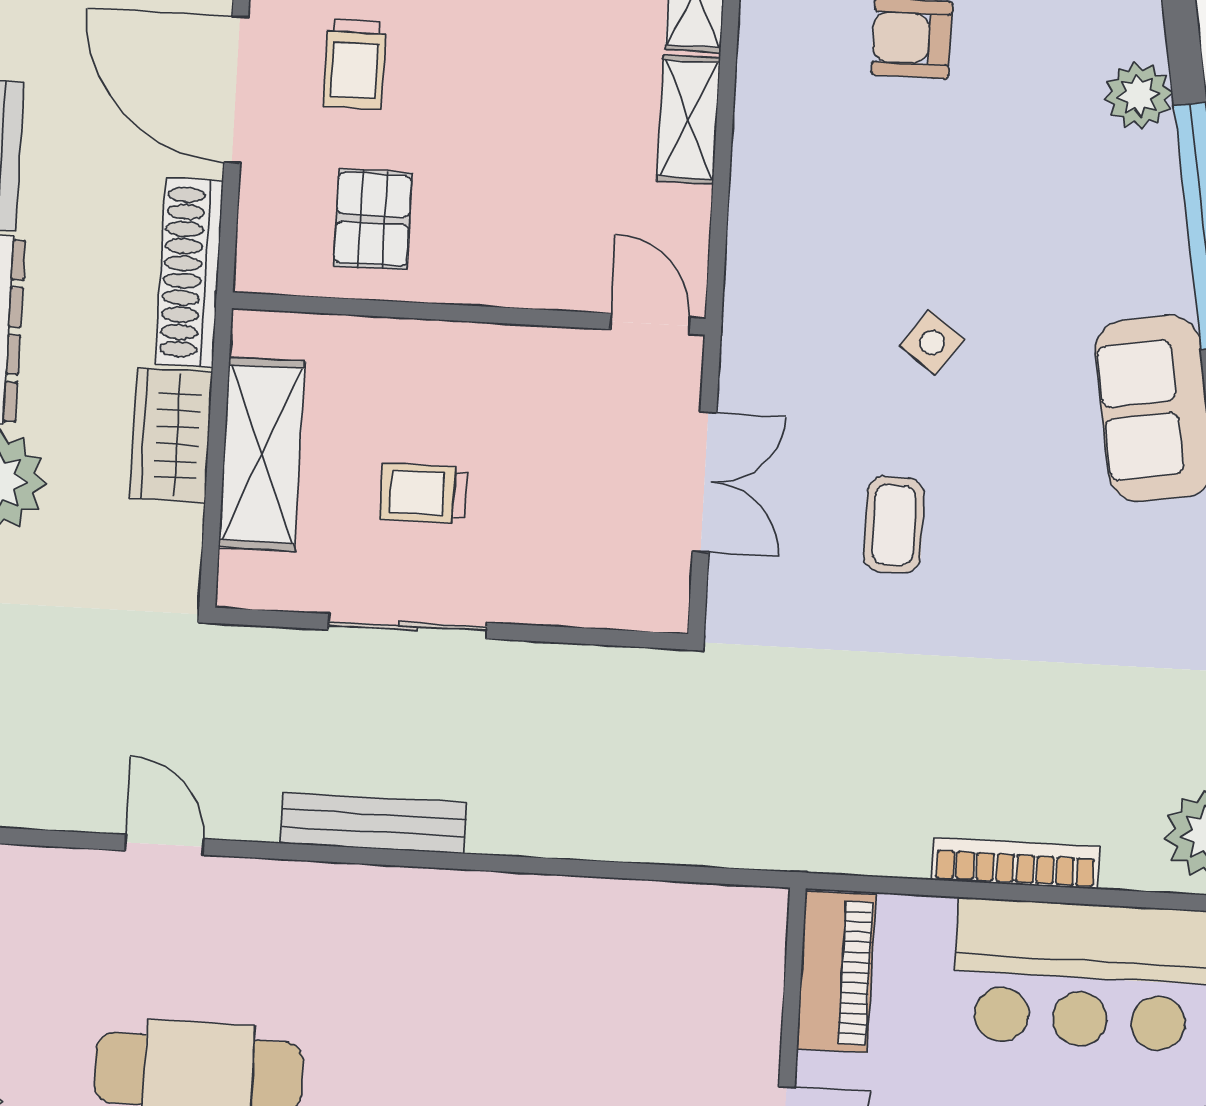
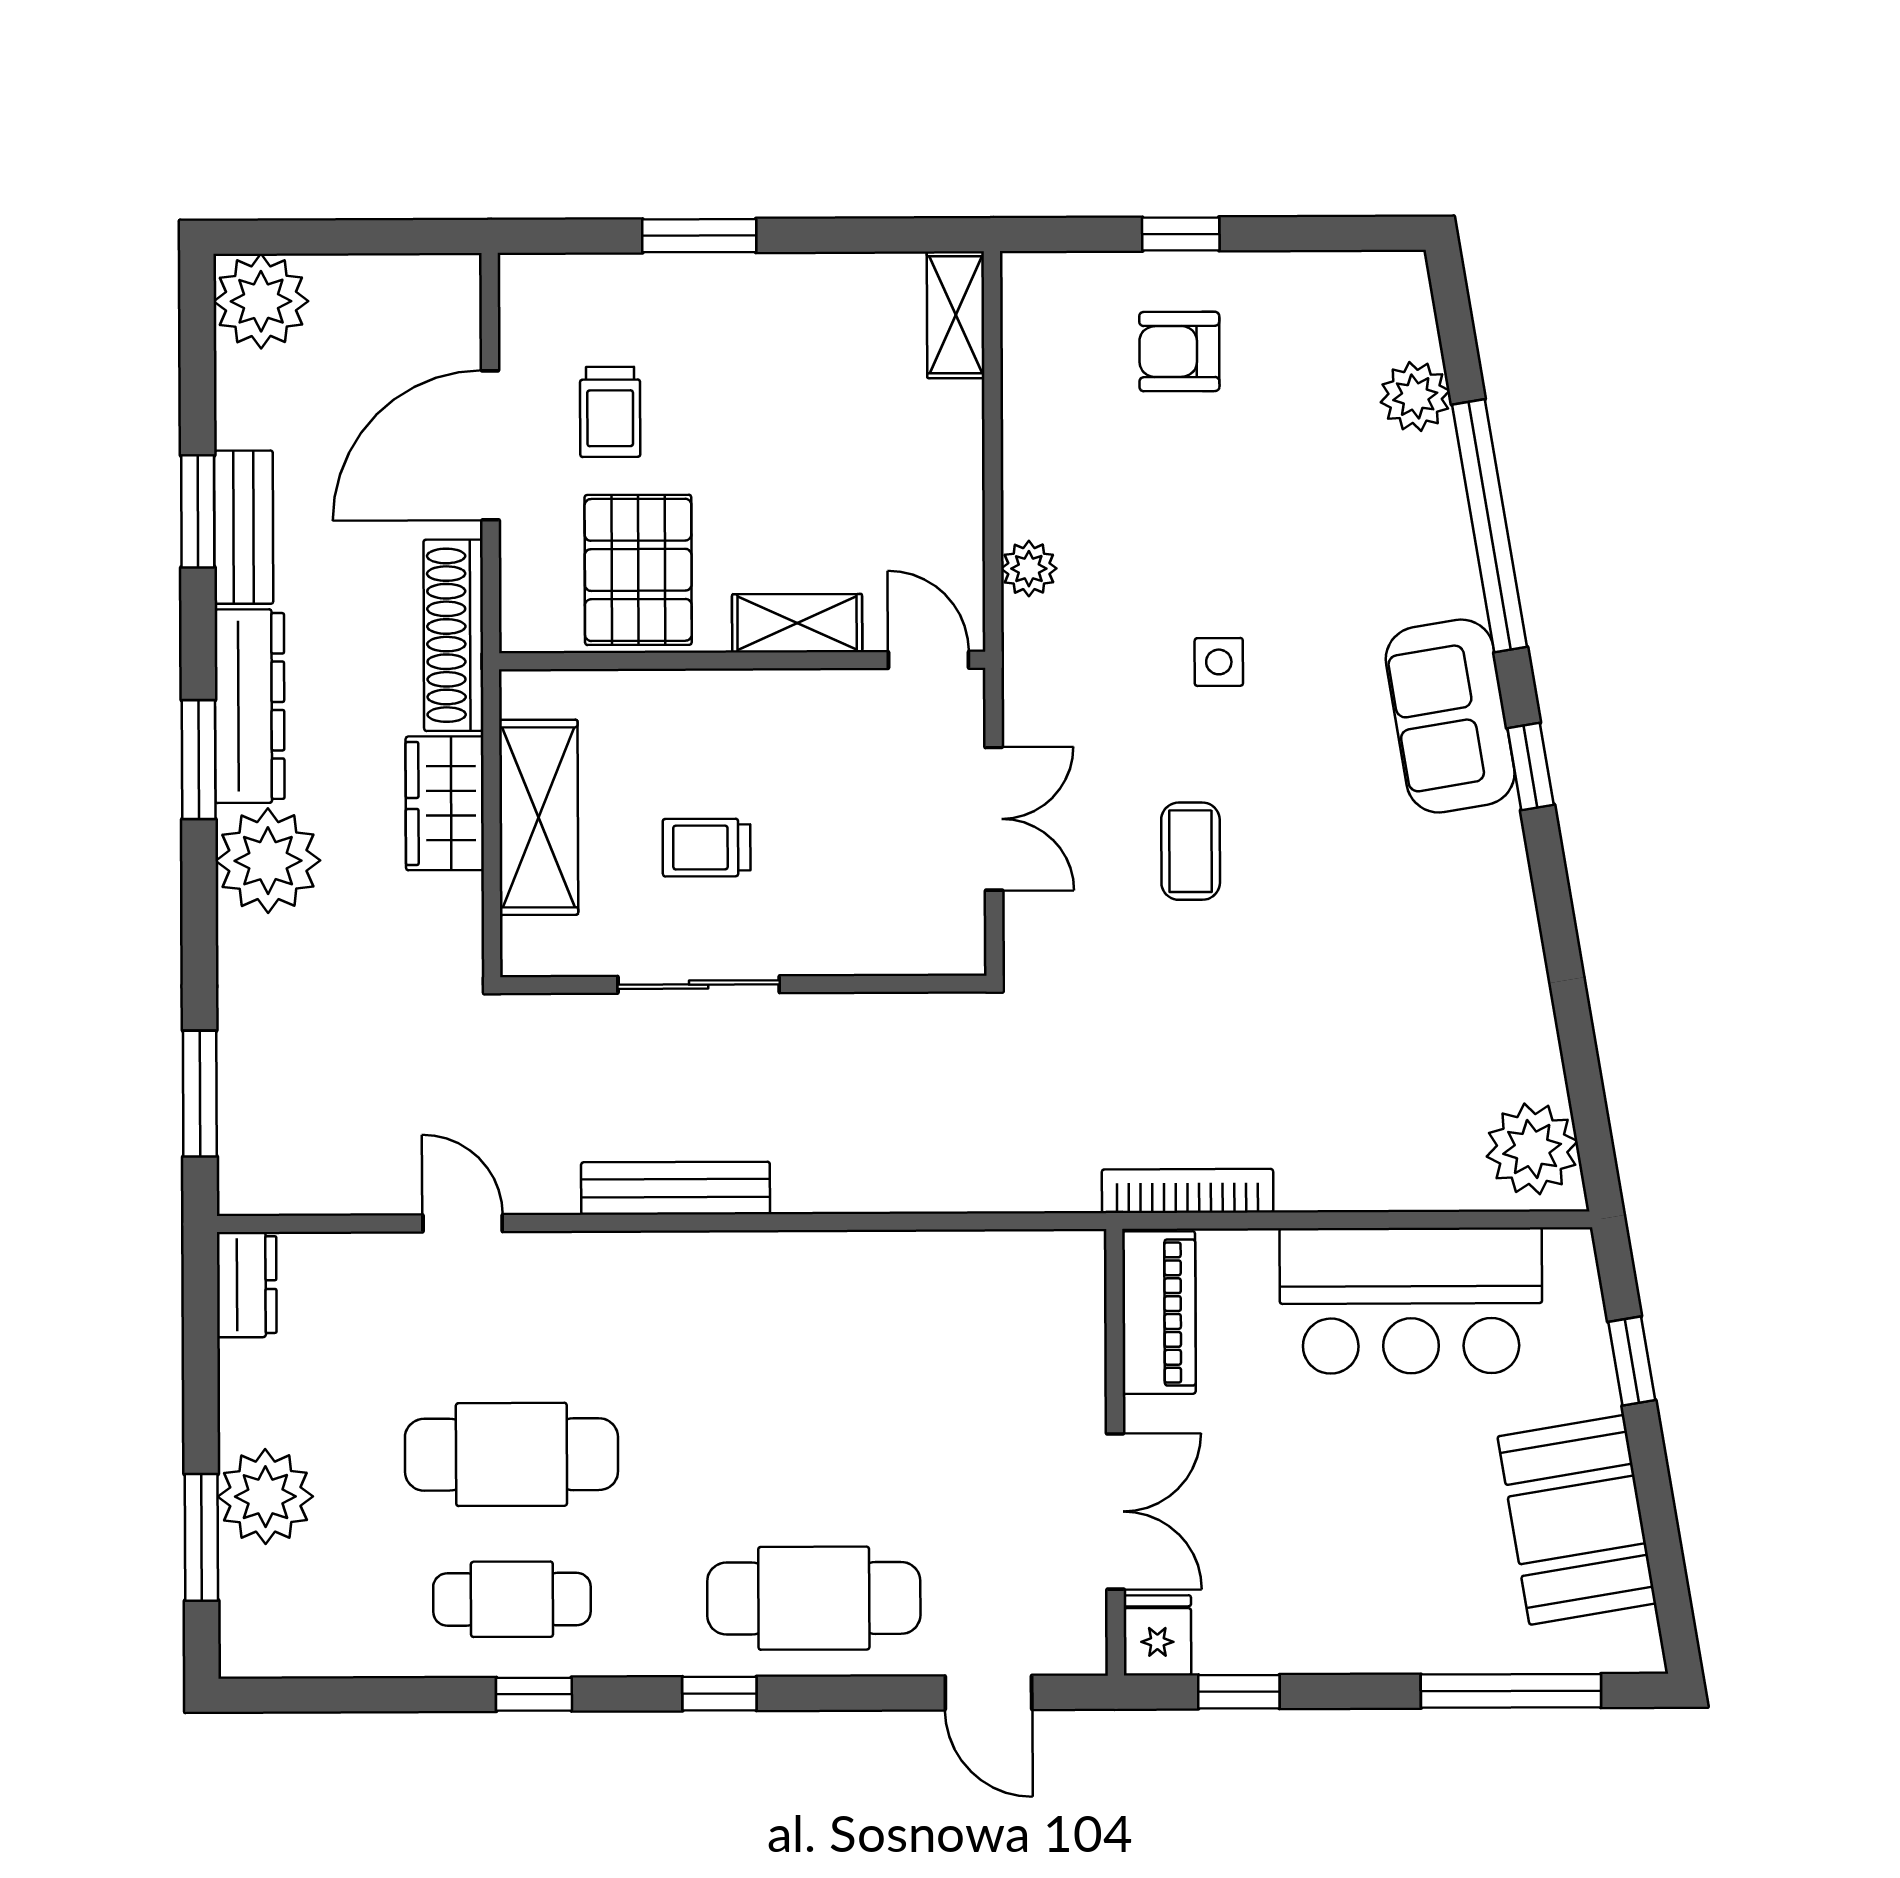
door: (236, 90) -> (490, 445), hinge flipped
shelving: (689, 119) -> (797, 623), moved, turned 90
pallet: (373, 219) -> (638, 570), width x1.50, depth x1.42
plant: (753, 241) -> (1029, 569), added
side table: (932, 342) -> (1219, 662), turned -37
bookcase: (1015, 863) -> (1188, 1191), moved

